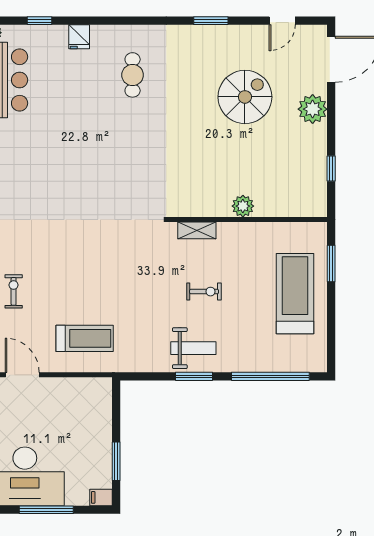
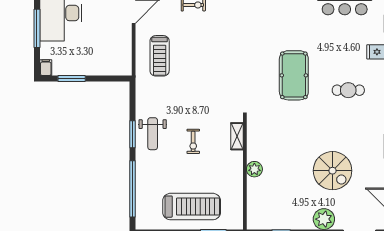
pool table: (112, 151) -> (294, 75), added

